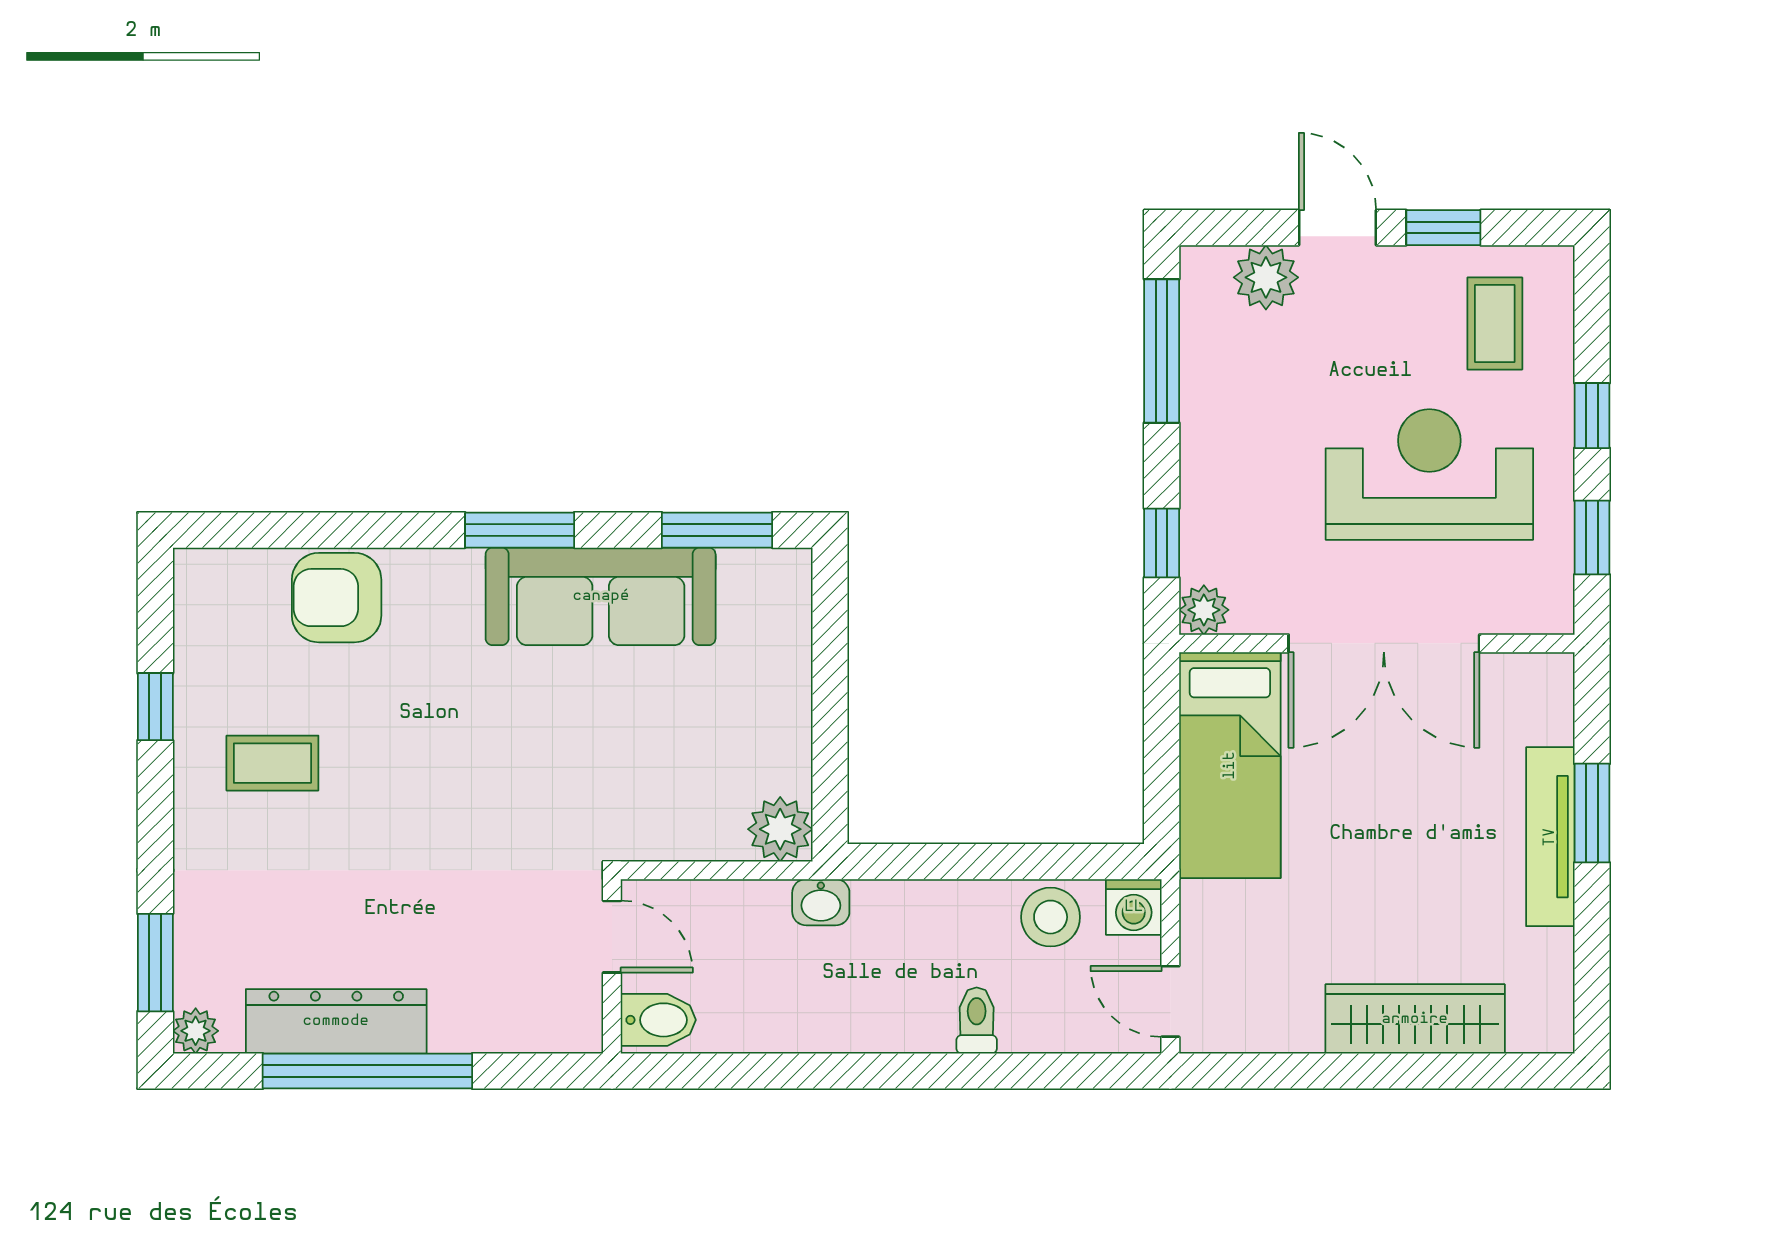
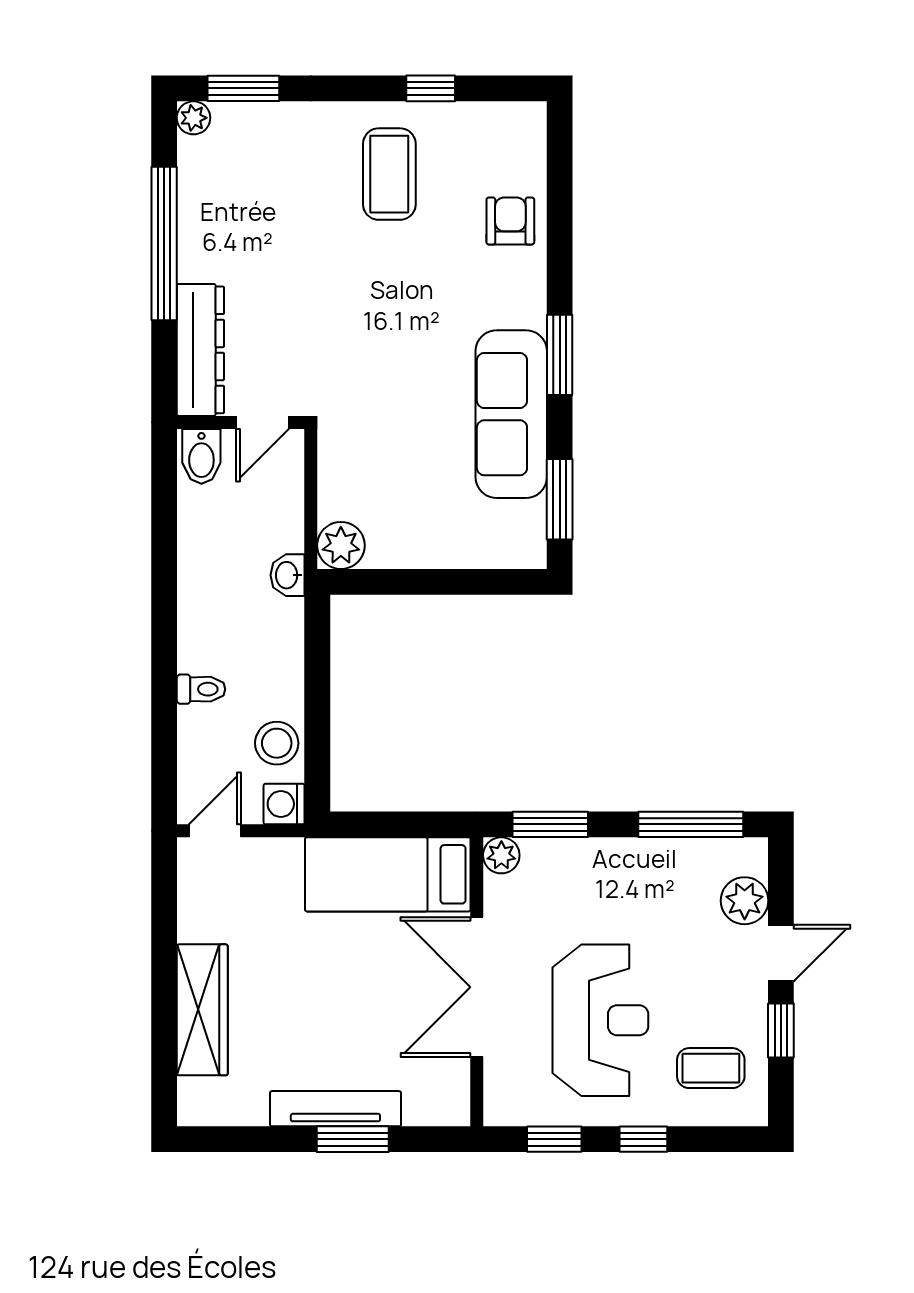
window: (1162, 543) -> (550, 824), width x1.50
armchair: (337, 598) -> (510, 221), width x0.72, depth x0.72
coffee table: (272, 763) -> (389, 174), width x1.36, depth x1.30
dresser: (336, 1021) -> (200, 350), moved

